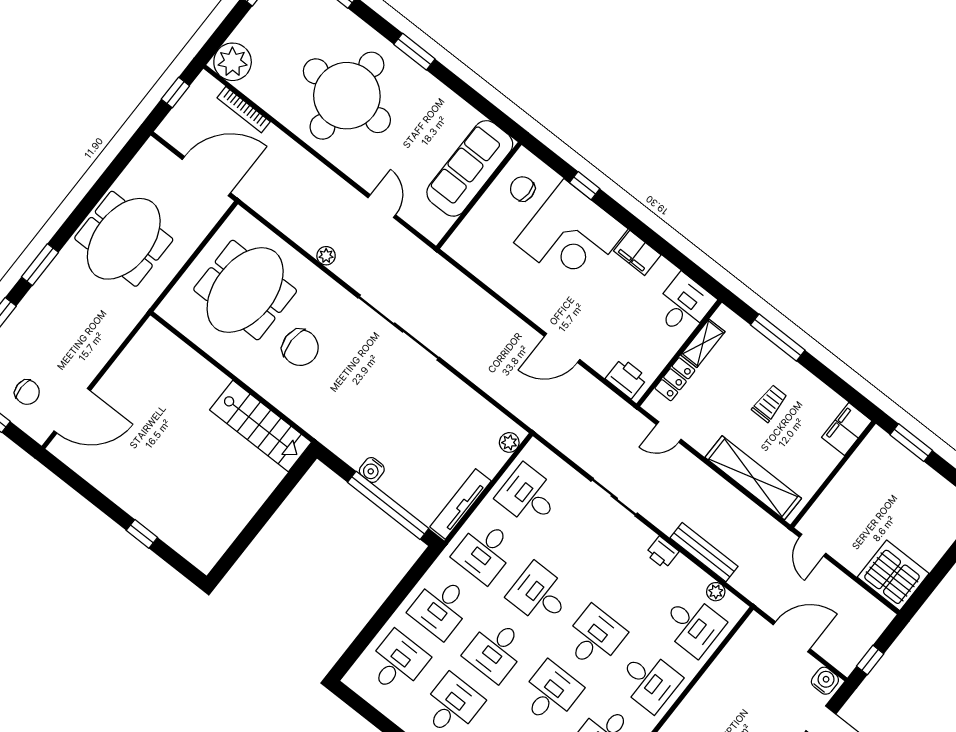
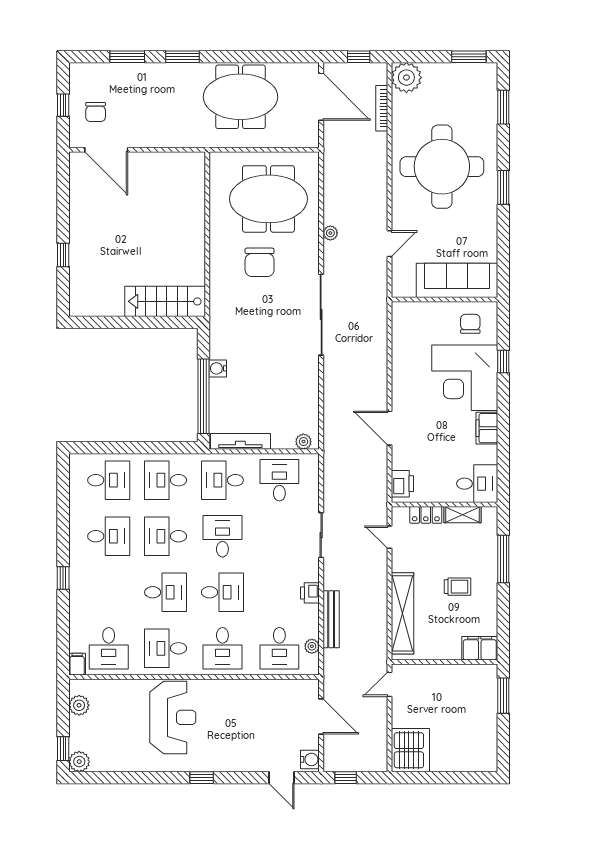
door: (206, 176) -> (321, 97), moved
stairs: (261, 426) -> (165, 301), moved, turned 90

